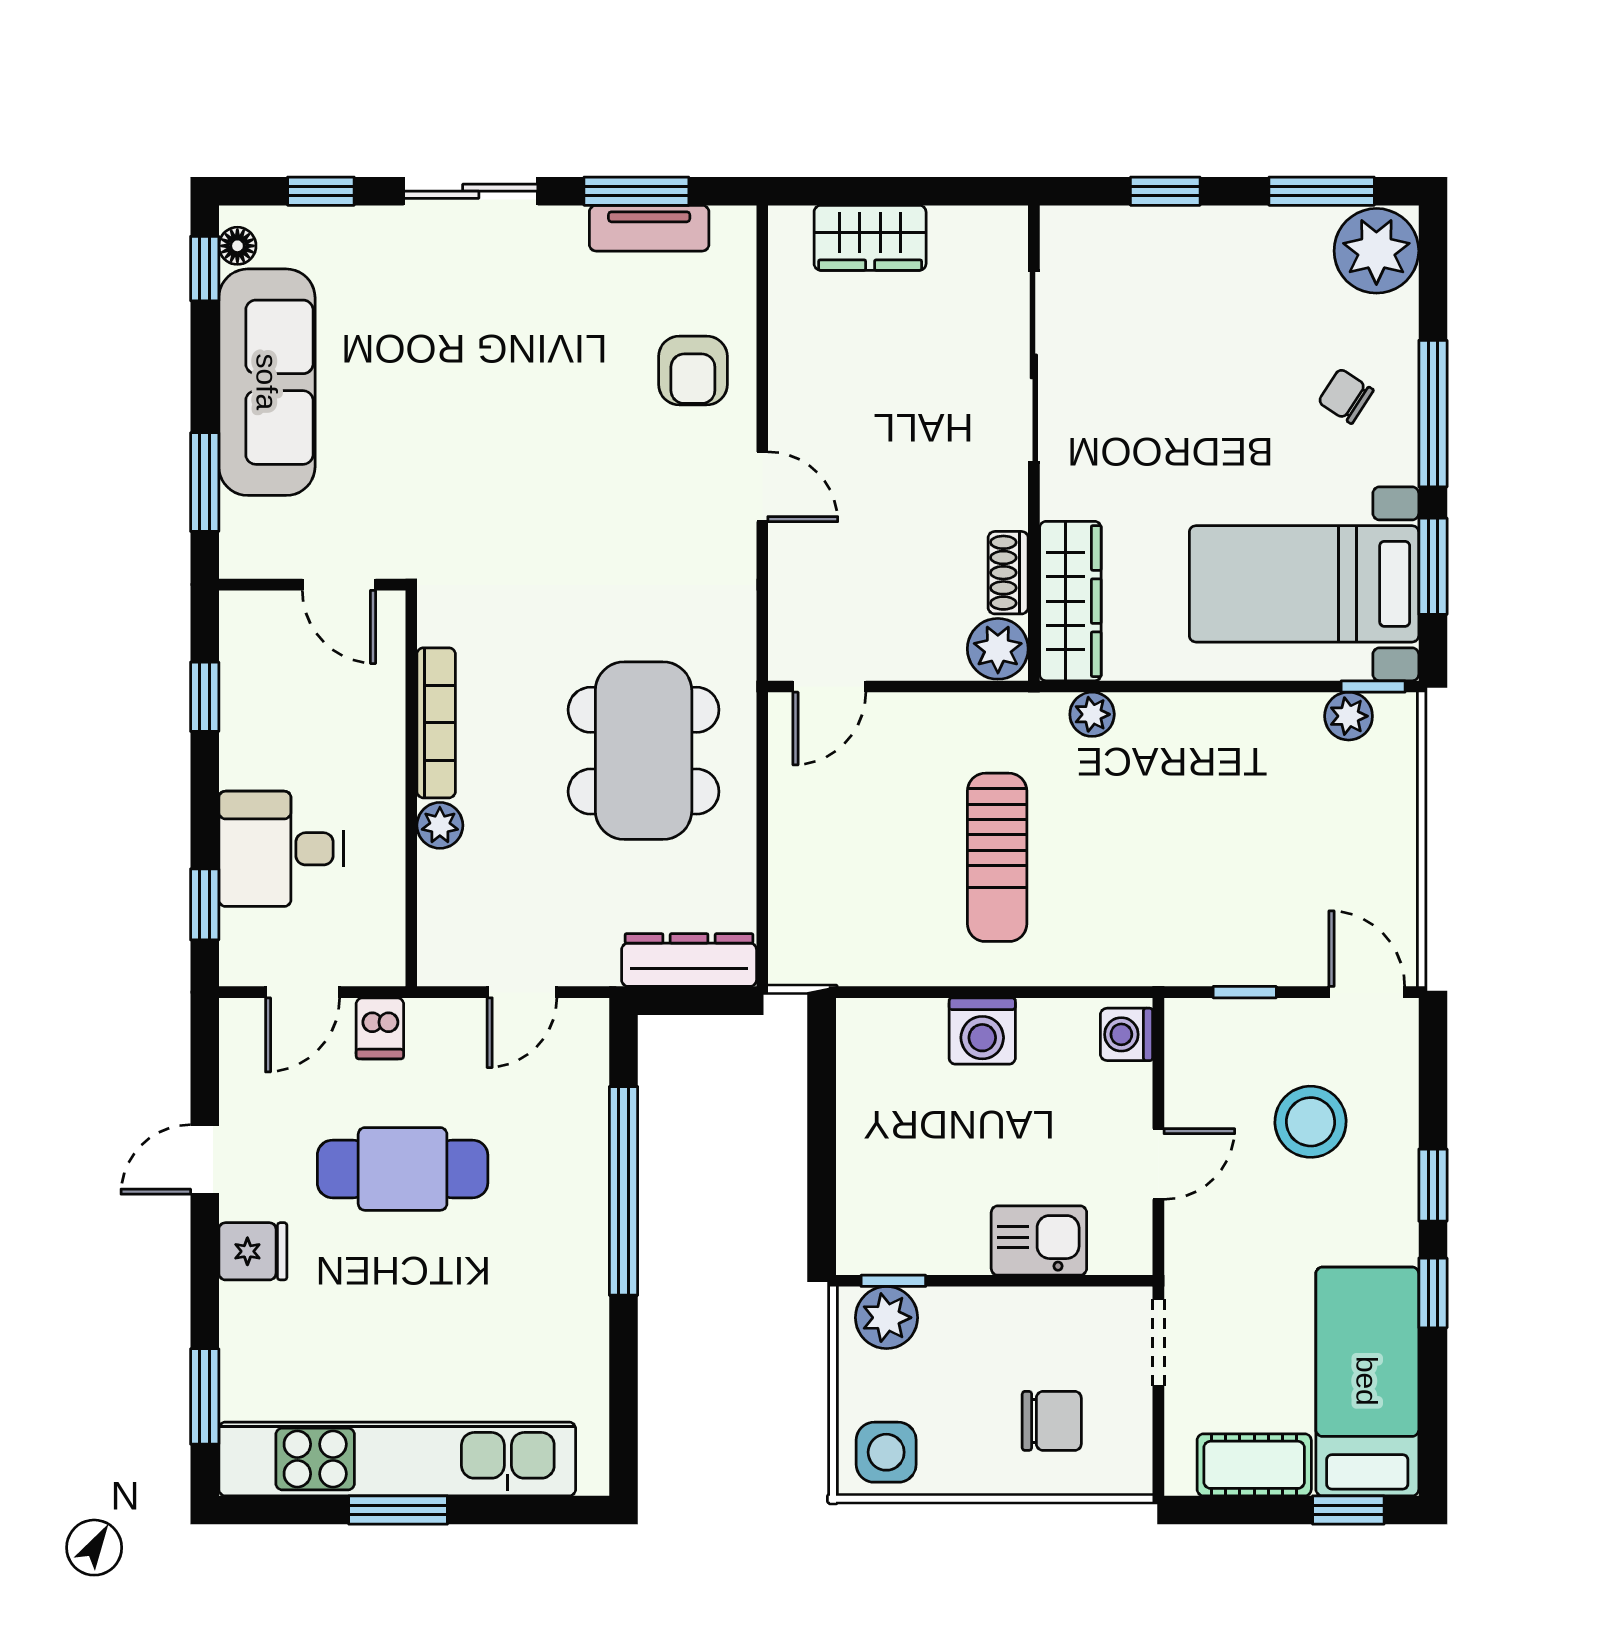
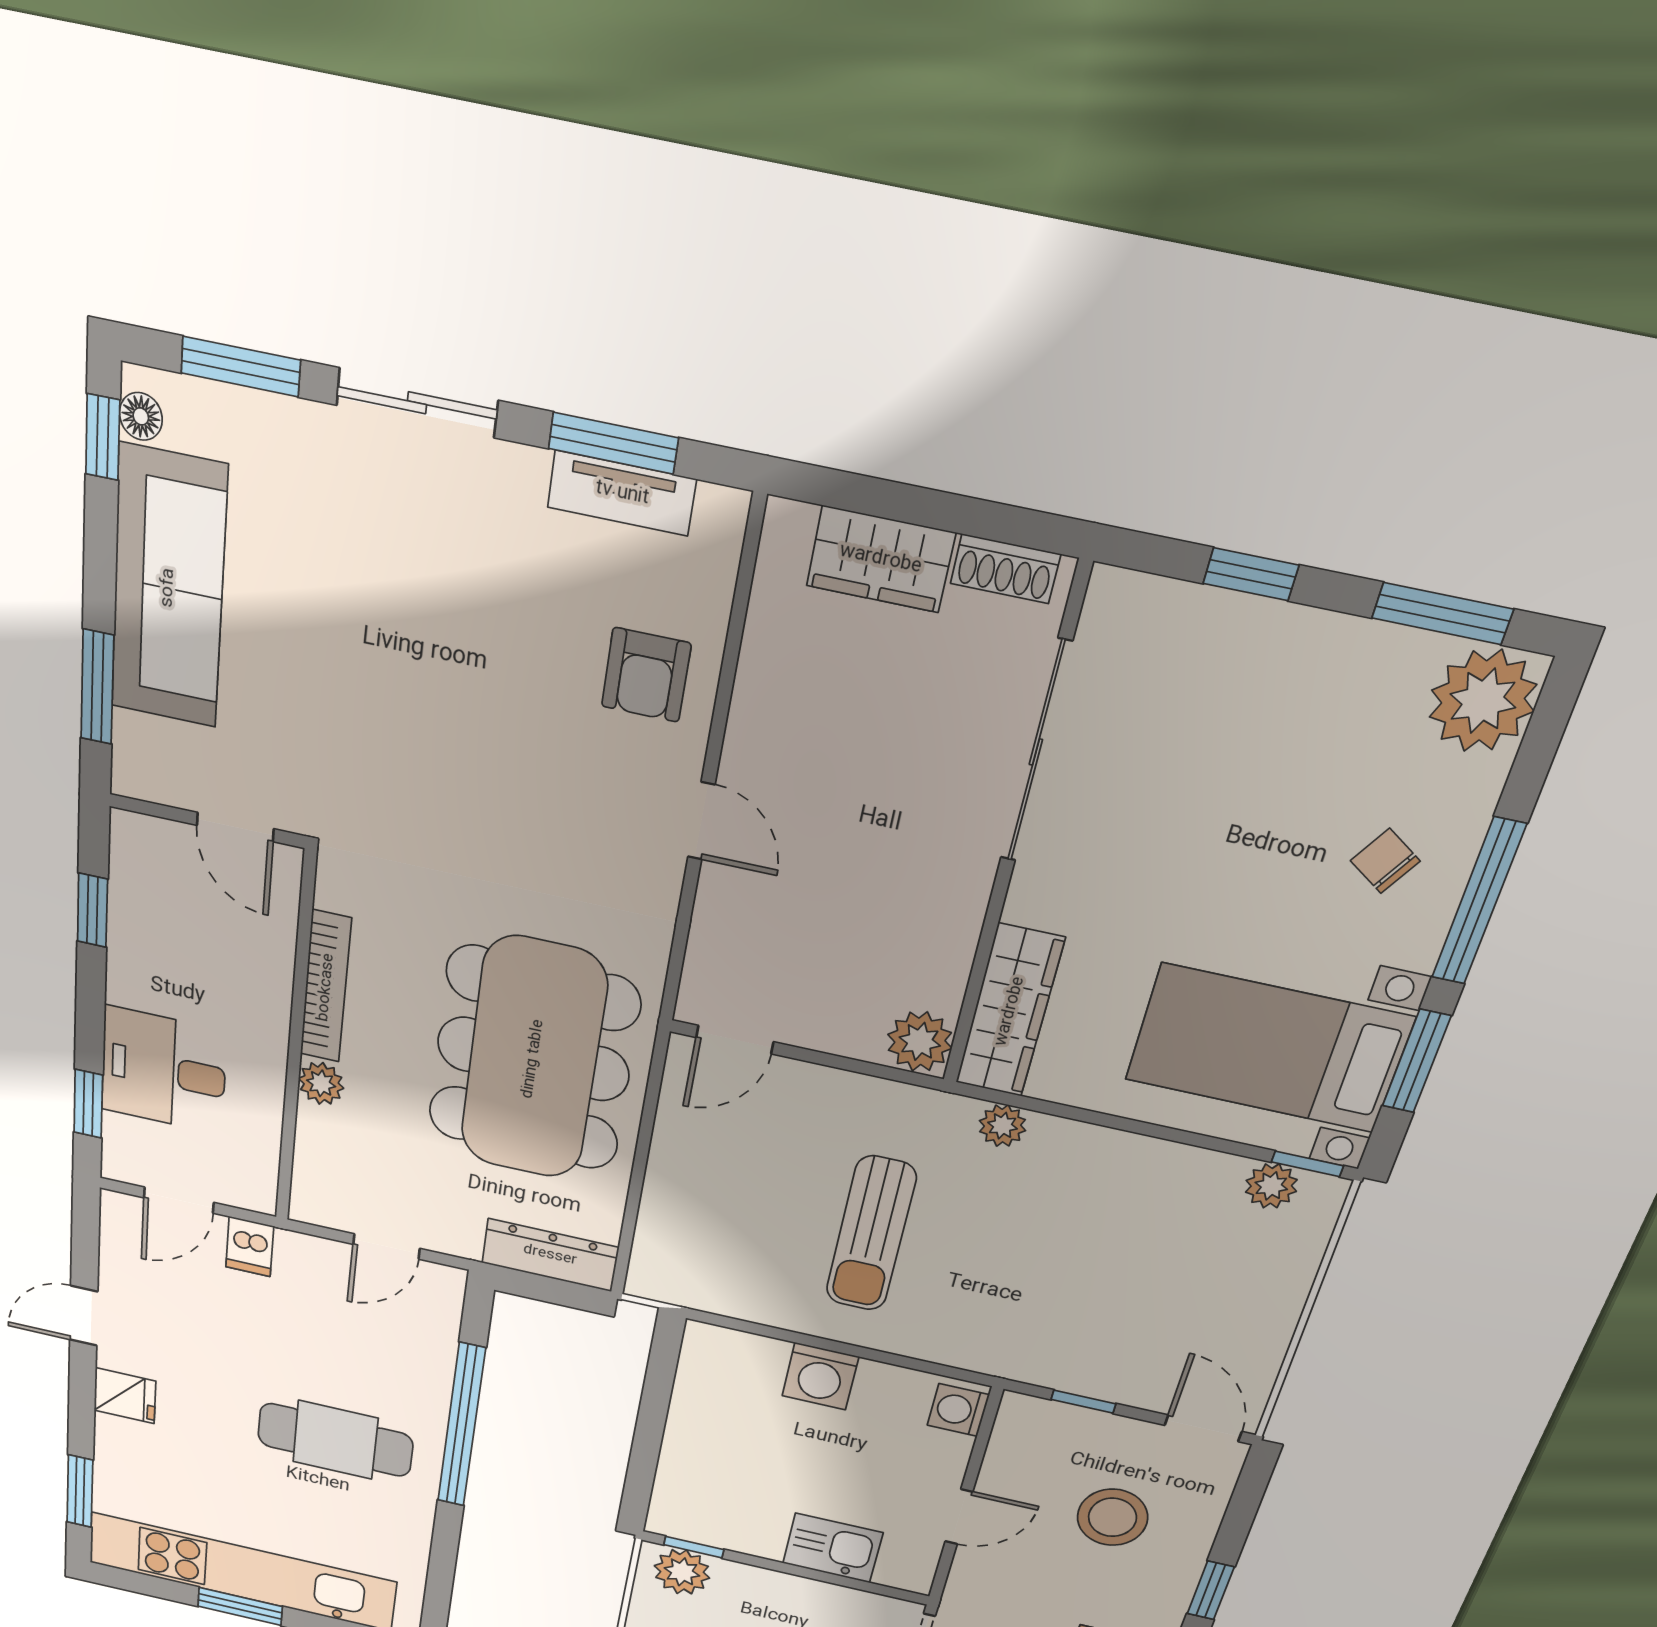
window: (321, 191) -> (241, 367), width x1.50
shoe rack: (1008, 573) -> (1005, 569), moved, turned -90
dining table: (644, 751) -> (533, 1059), width x1.36, depth x1.24
cafe table: (403, 1169) -> (335, 1440), moved

